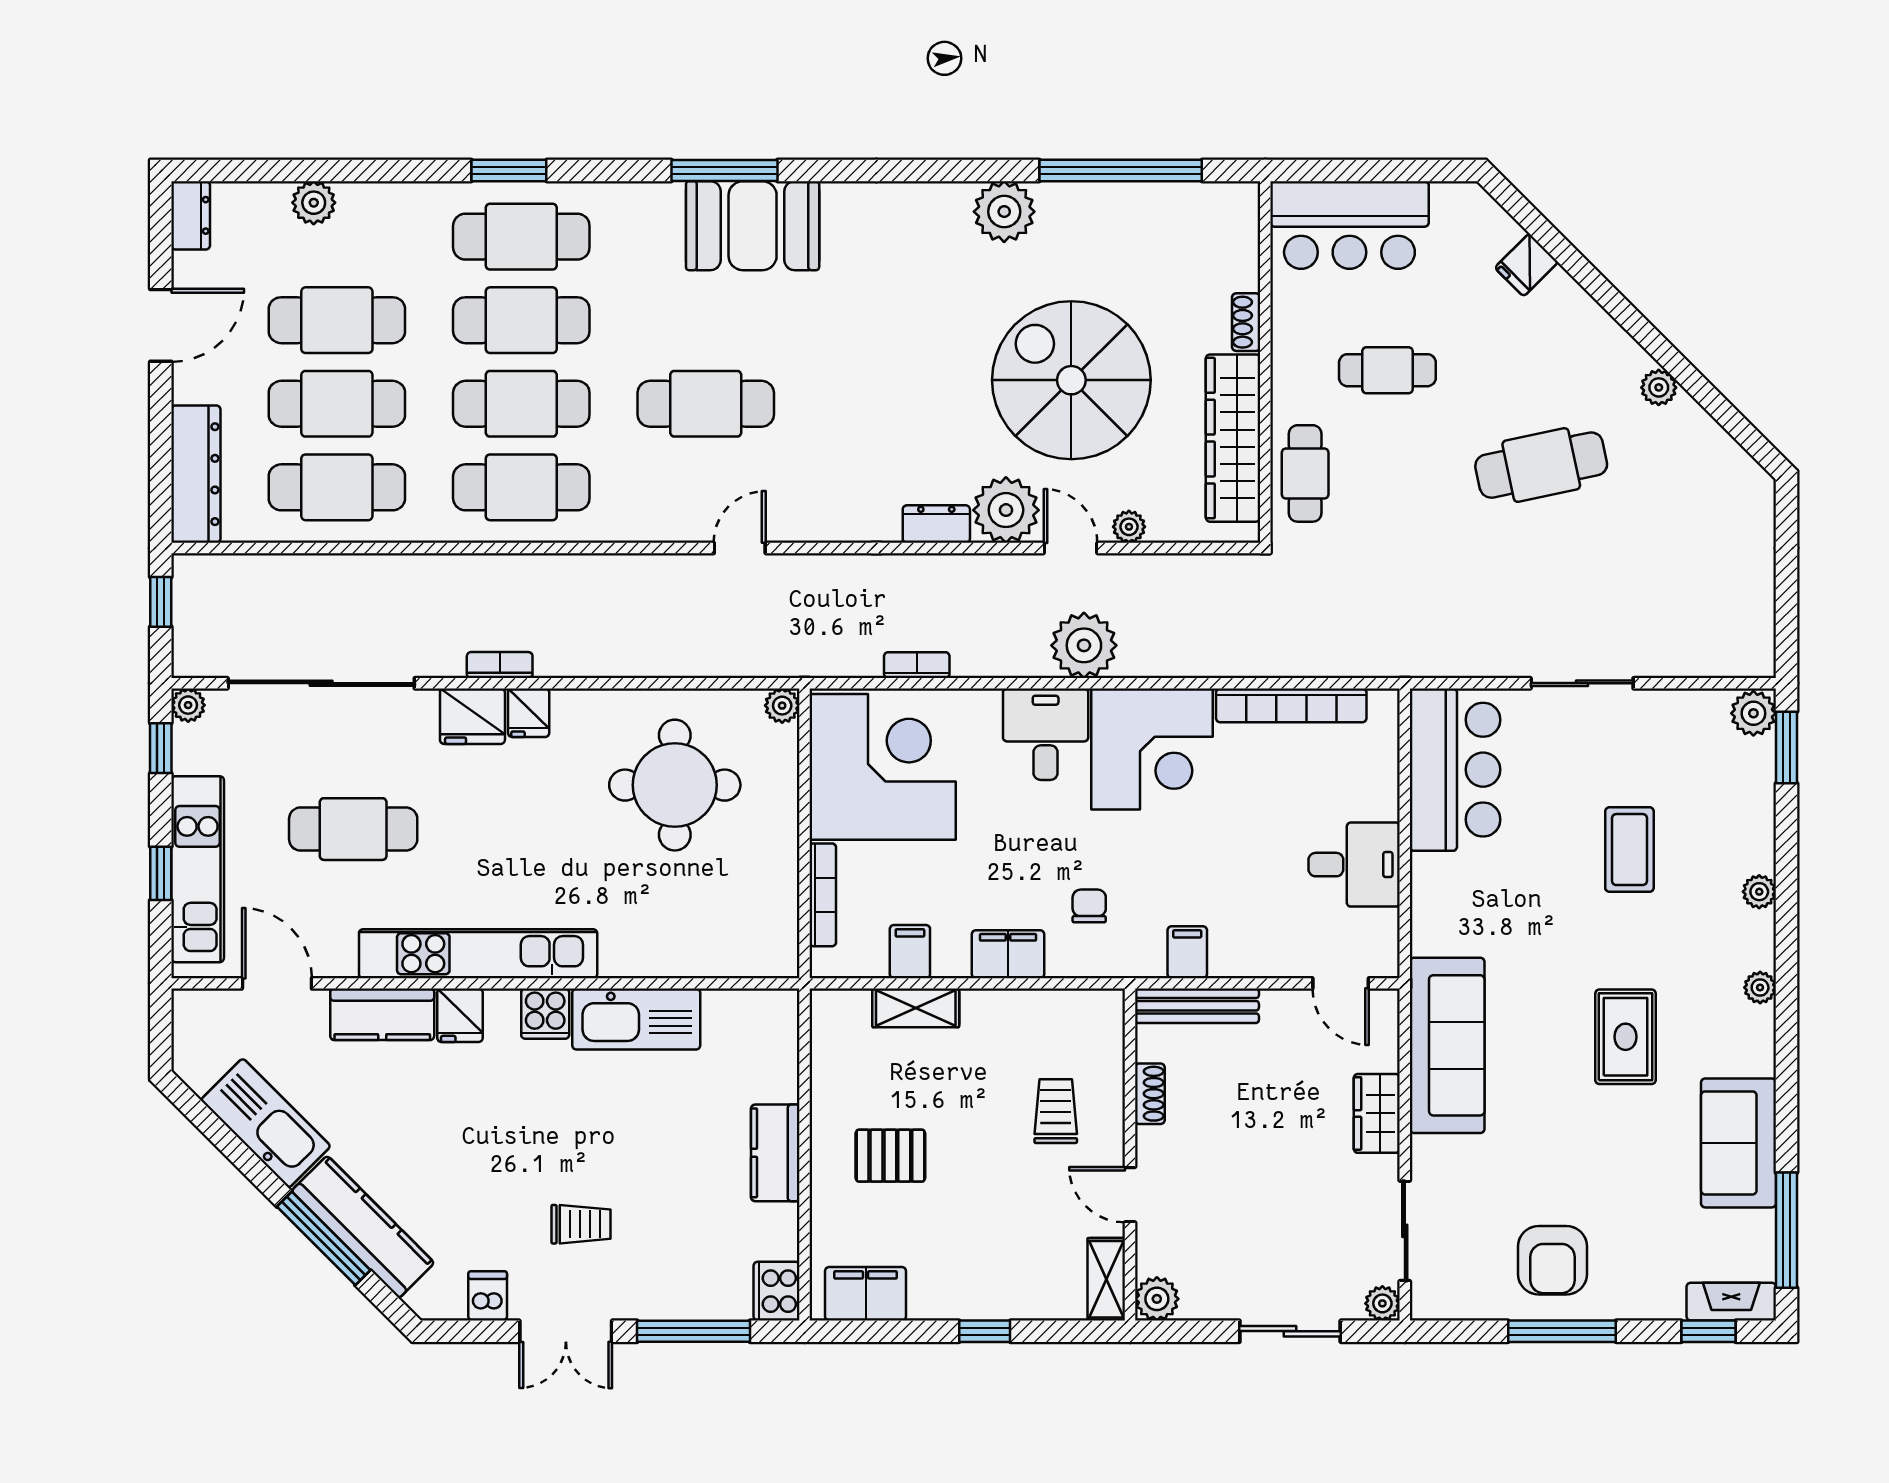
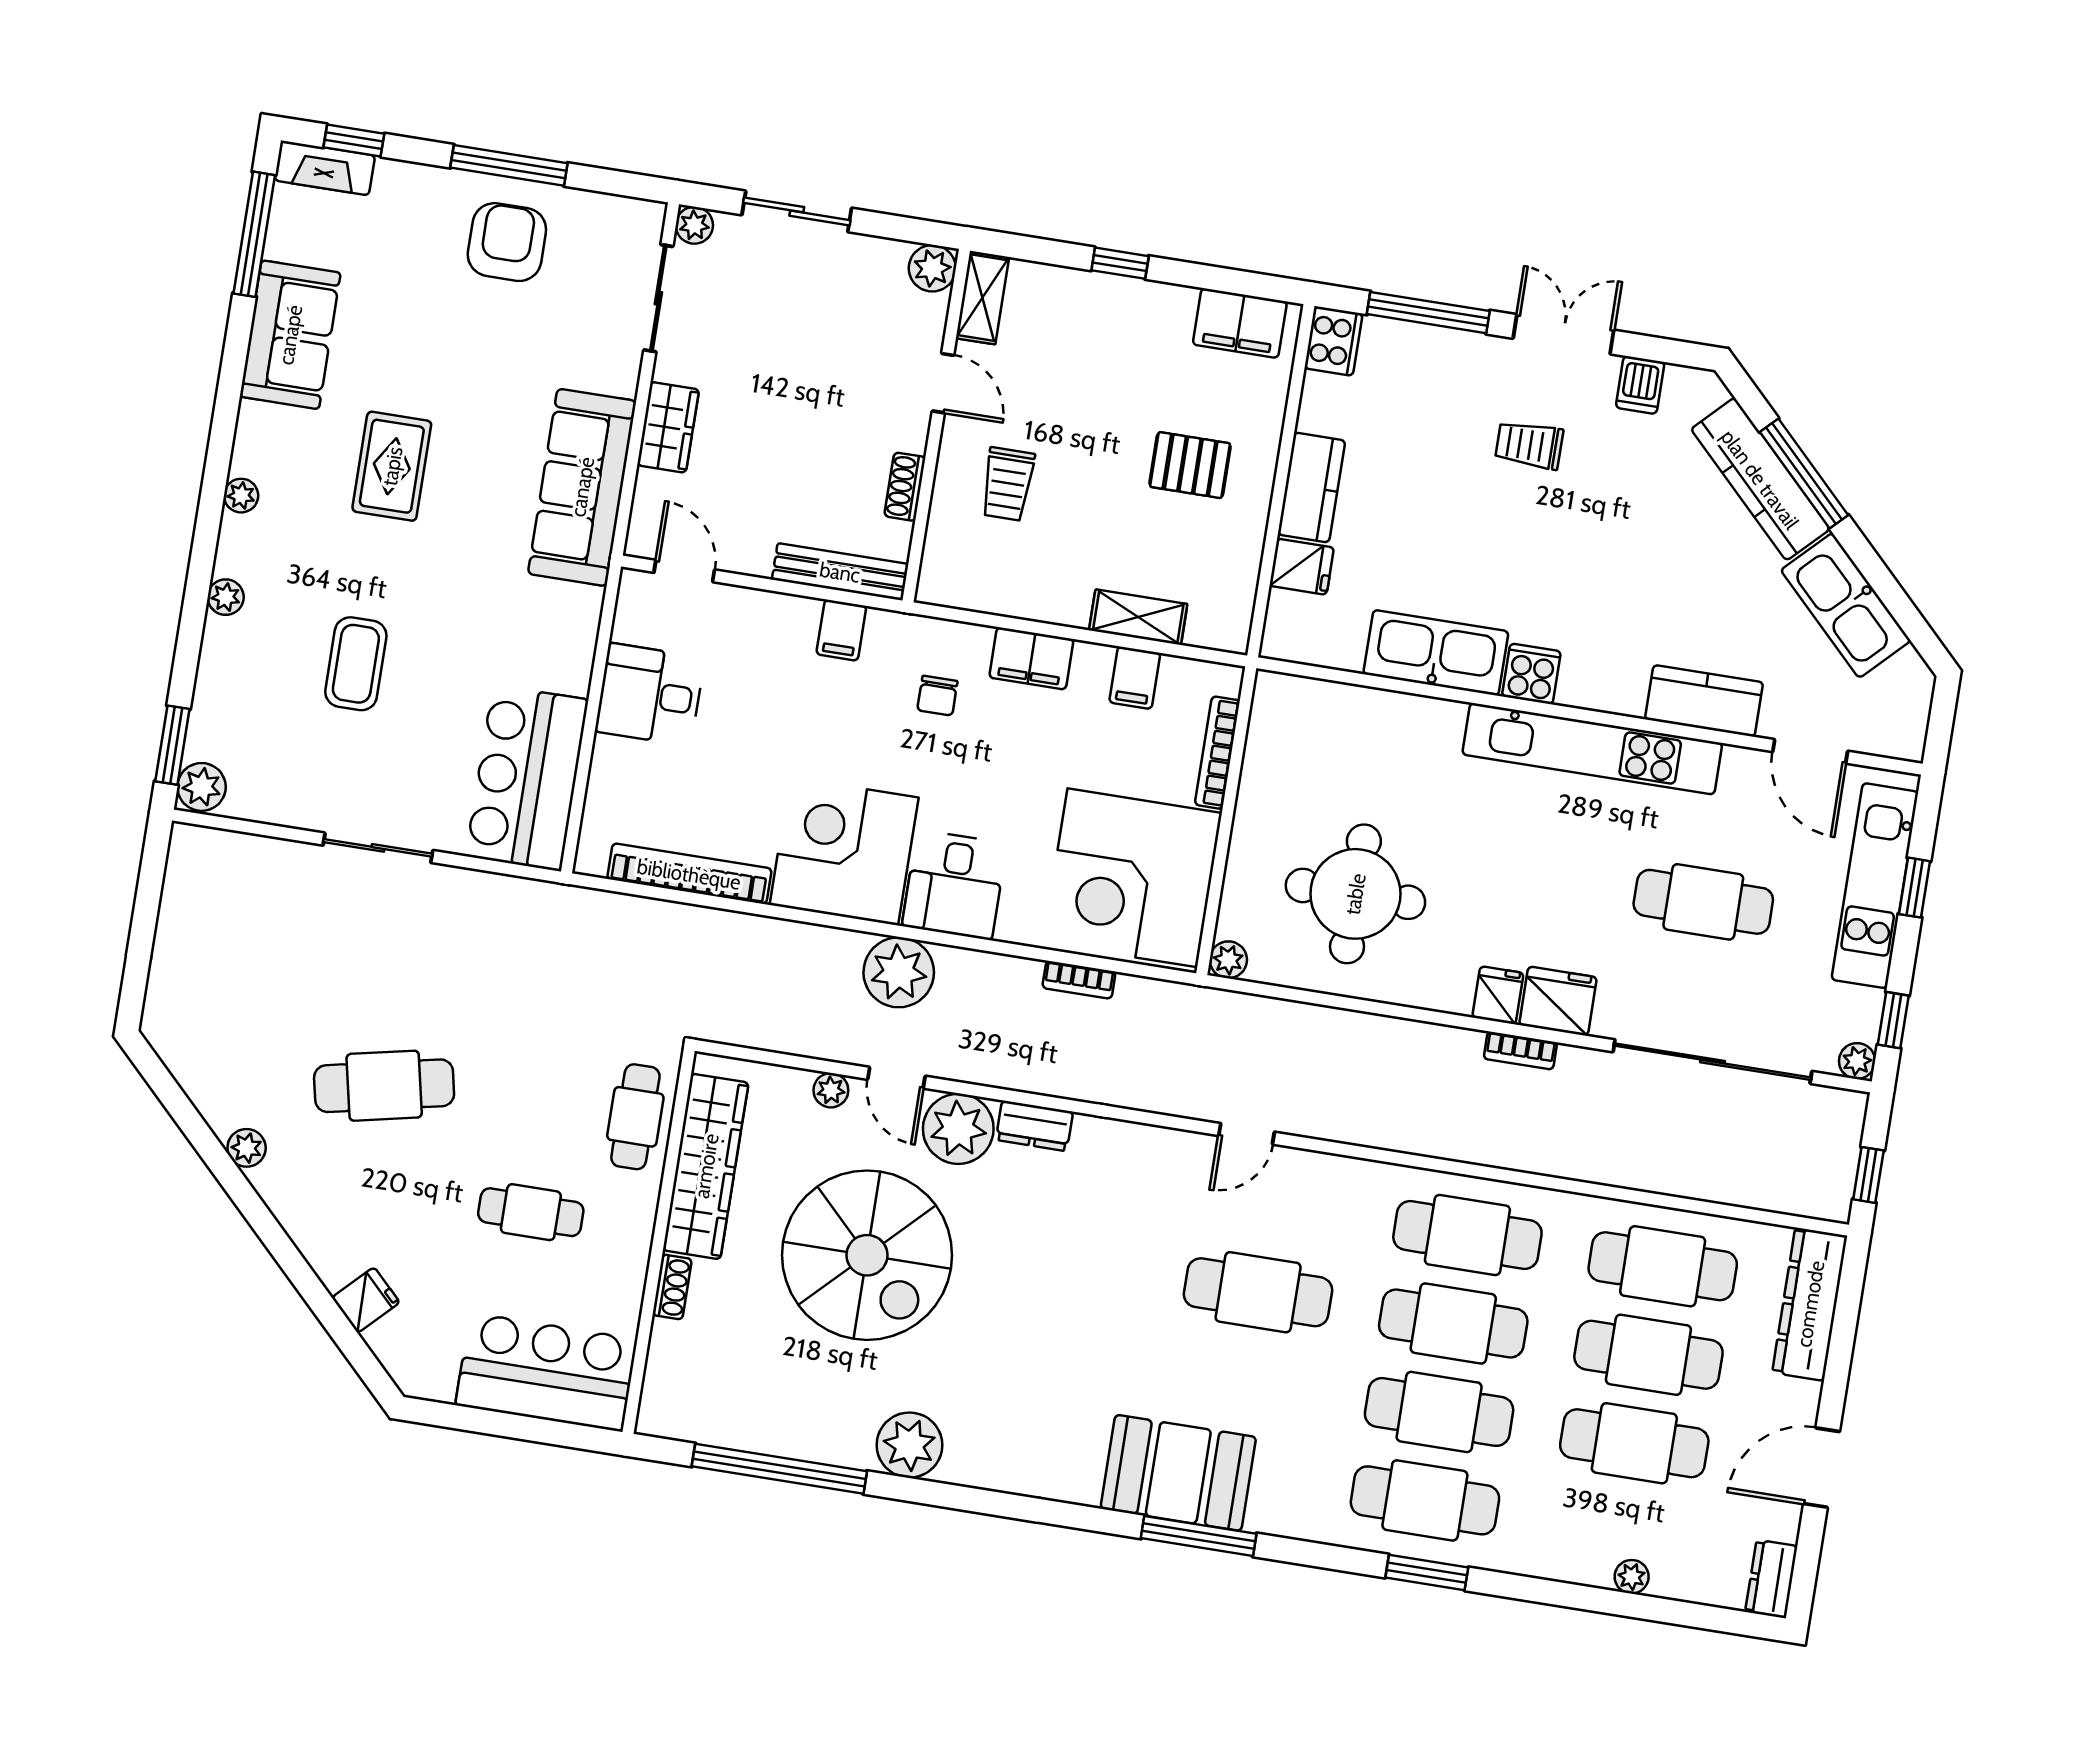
plant: (314, 203) -> (1632, 1577), width x0.73, depth x0.73
fridge: (460, 1015) -> (1302, 567), moved, turned 90

